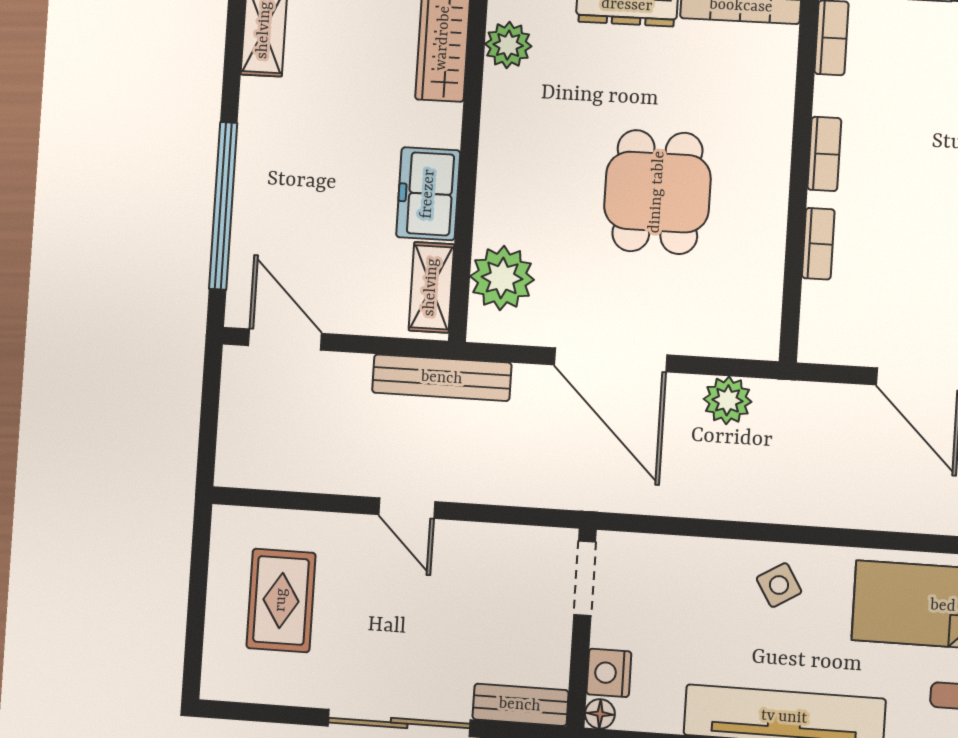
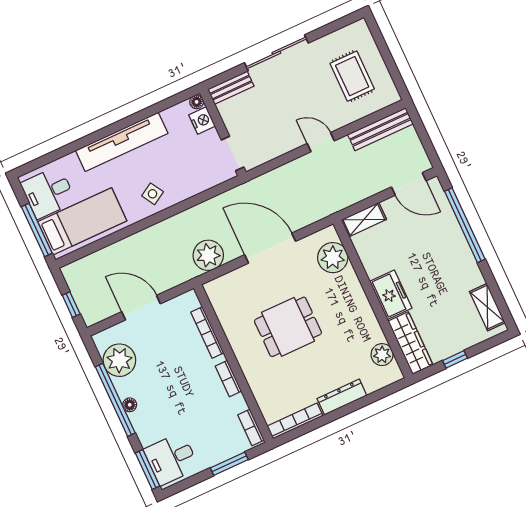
dining table: (657, 192) -> (288, 327), turned 90
freezer: (428, 194) -> (391, 295), moved
bookcase: (818, 244) -> (207, 332), width x1.56
shelving: (431, 287) -> (364, 220), moved, turned 90
bench: (442, 378) -> (380, 129), moved
plant: (728, 400) -> (208, 255), width x1.36, depth x1.36

